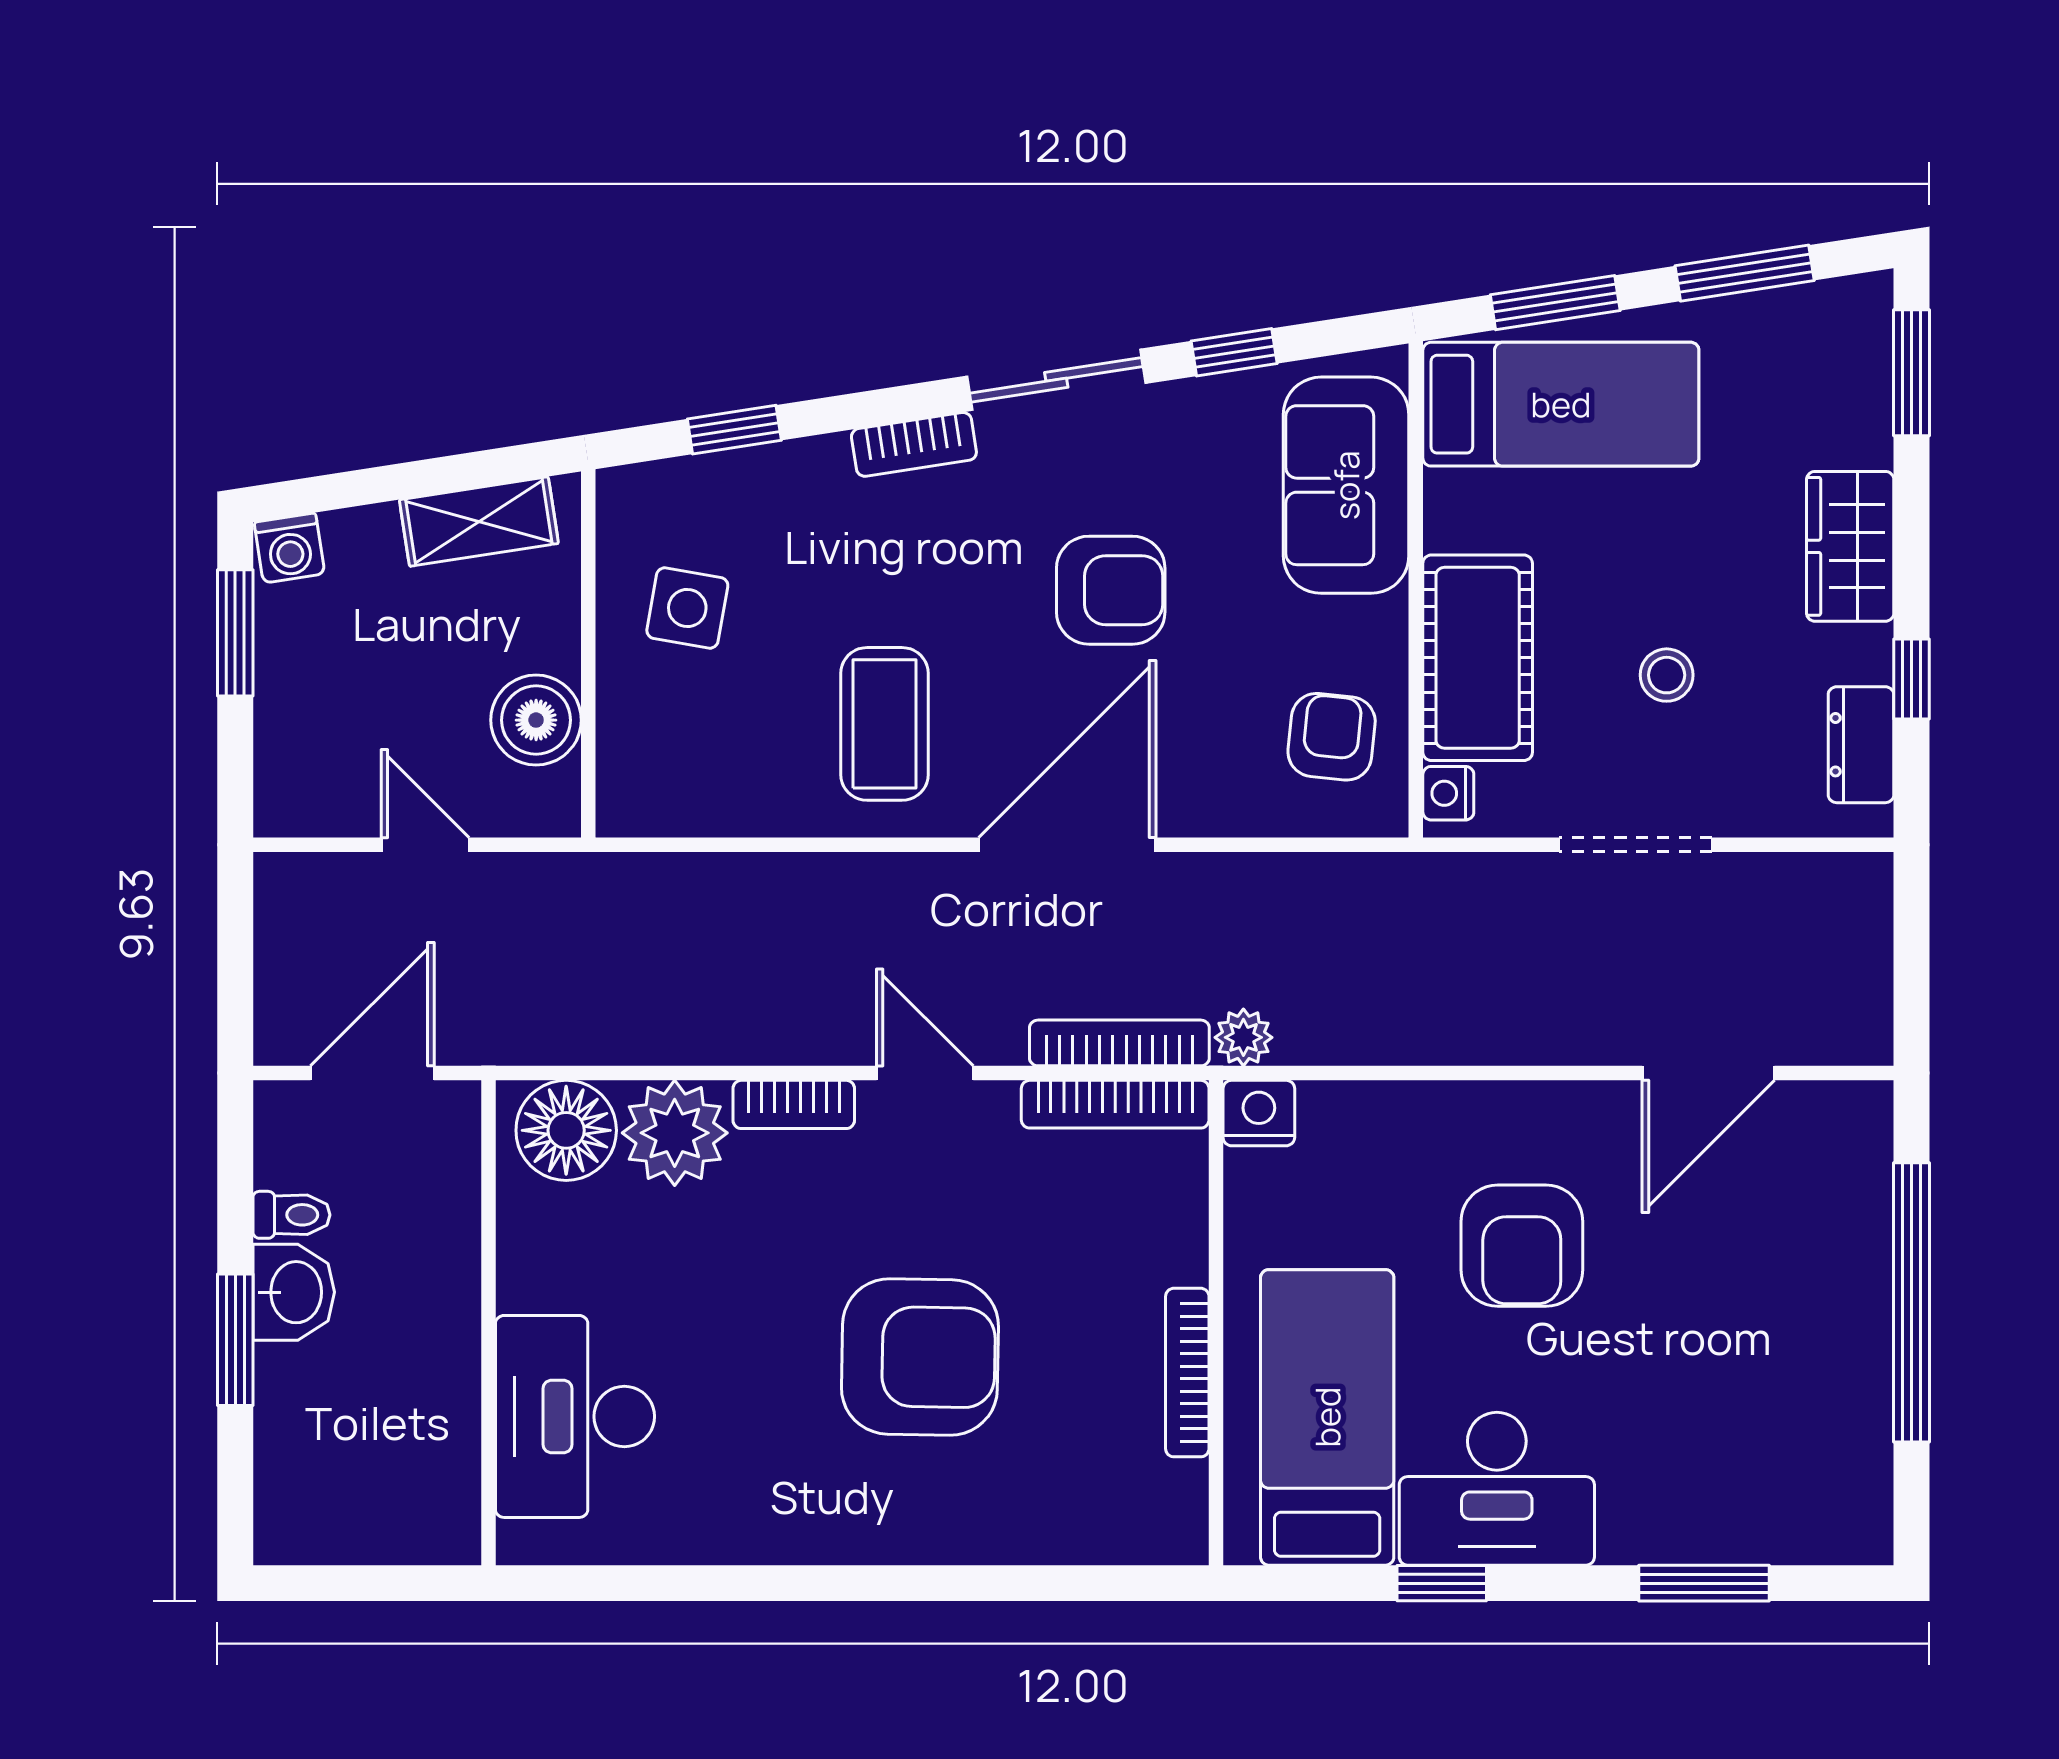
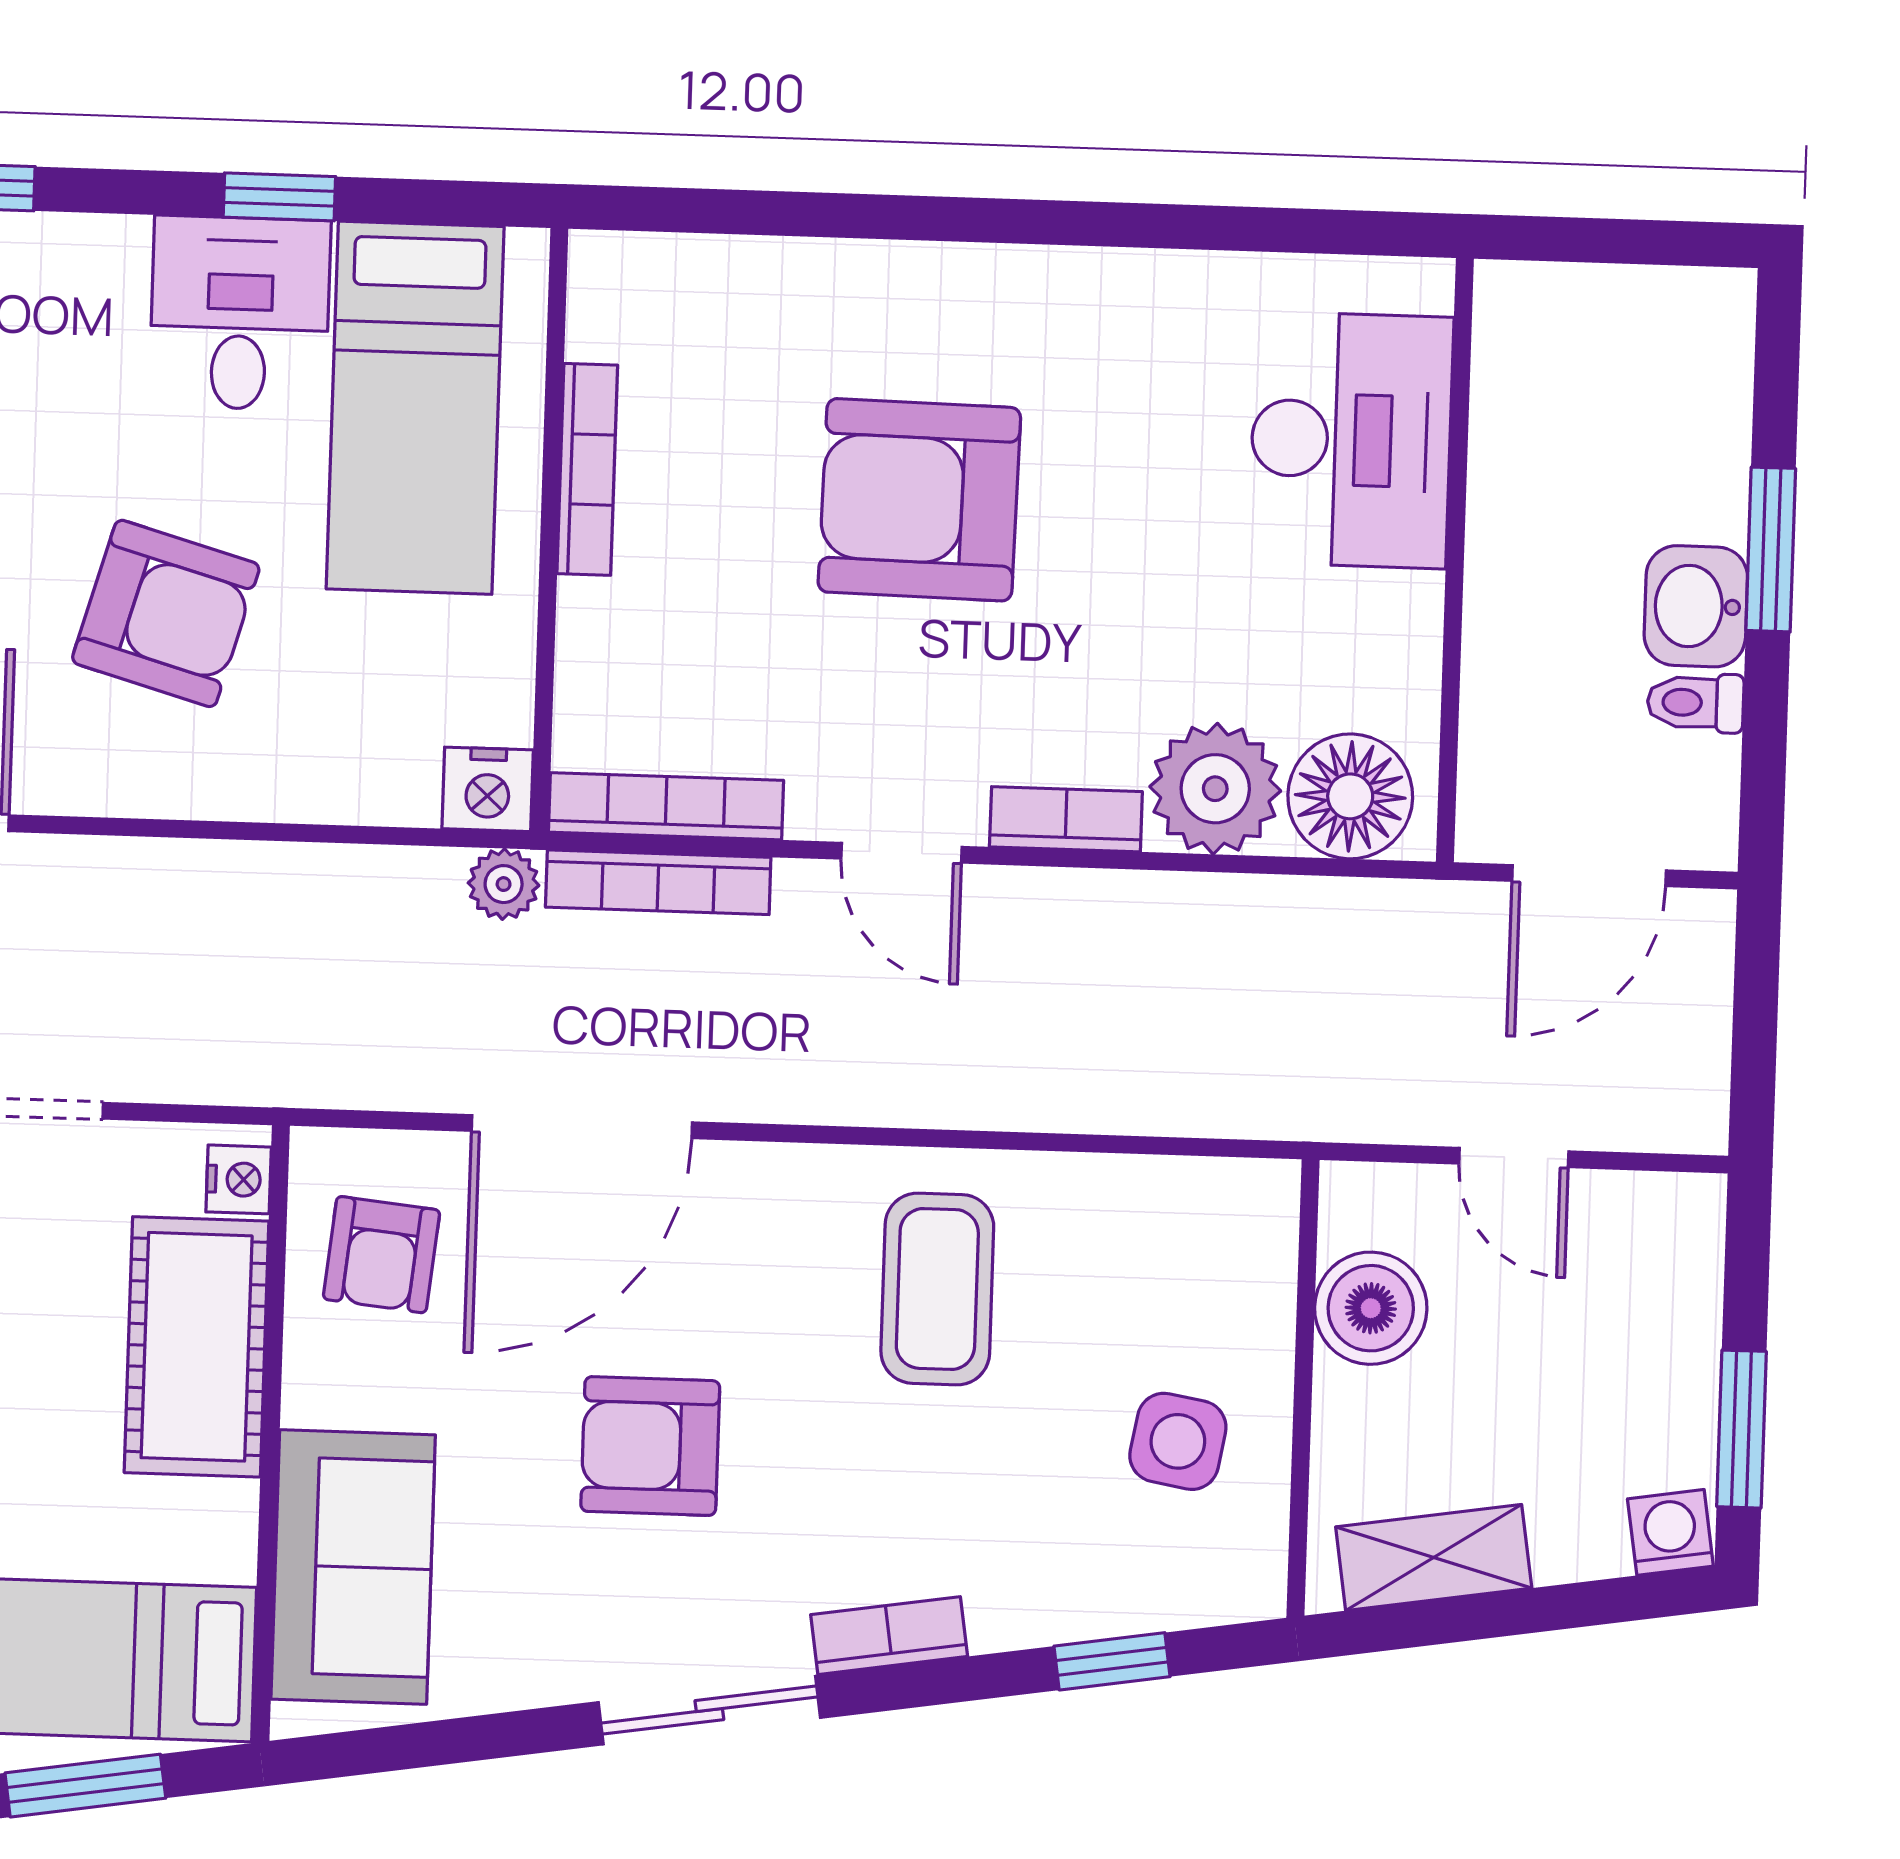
window: (1234, 352) -> (487, 1737), removed
door: (1067, 845) -> (582, 1127), moved
armchair: (1522, 1246) -> (166, 613), turned 106
desk: (1497, 1489) -> (240, 313), width x0.73

